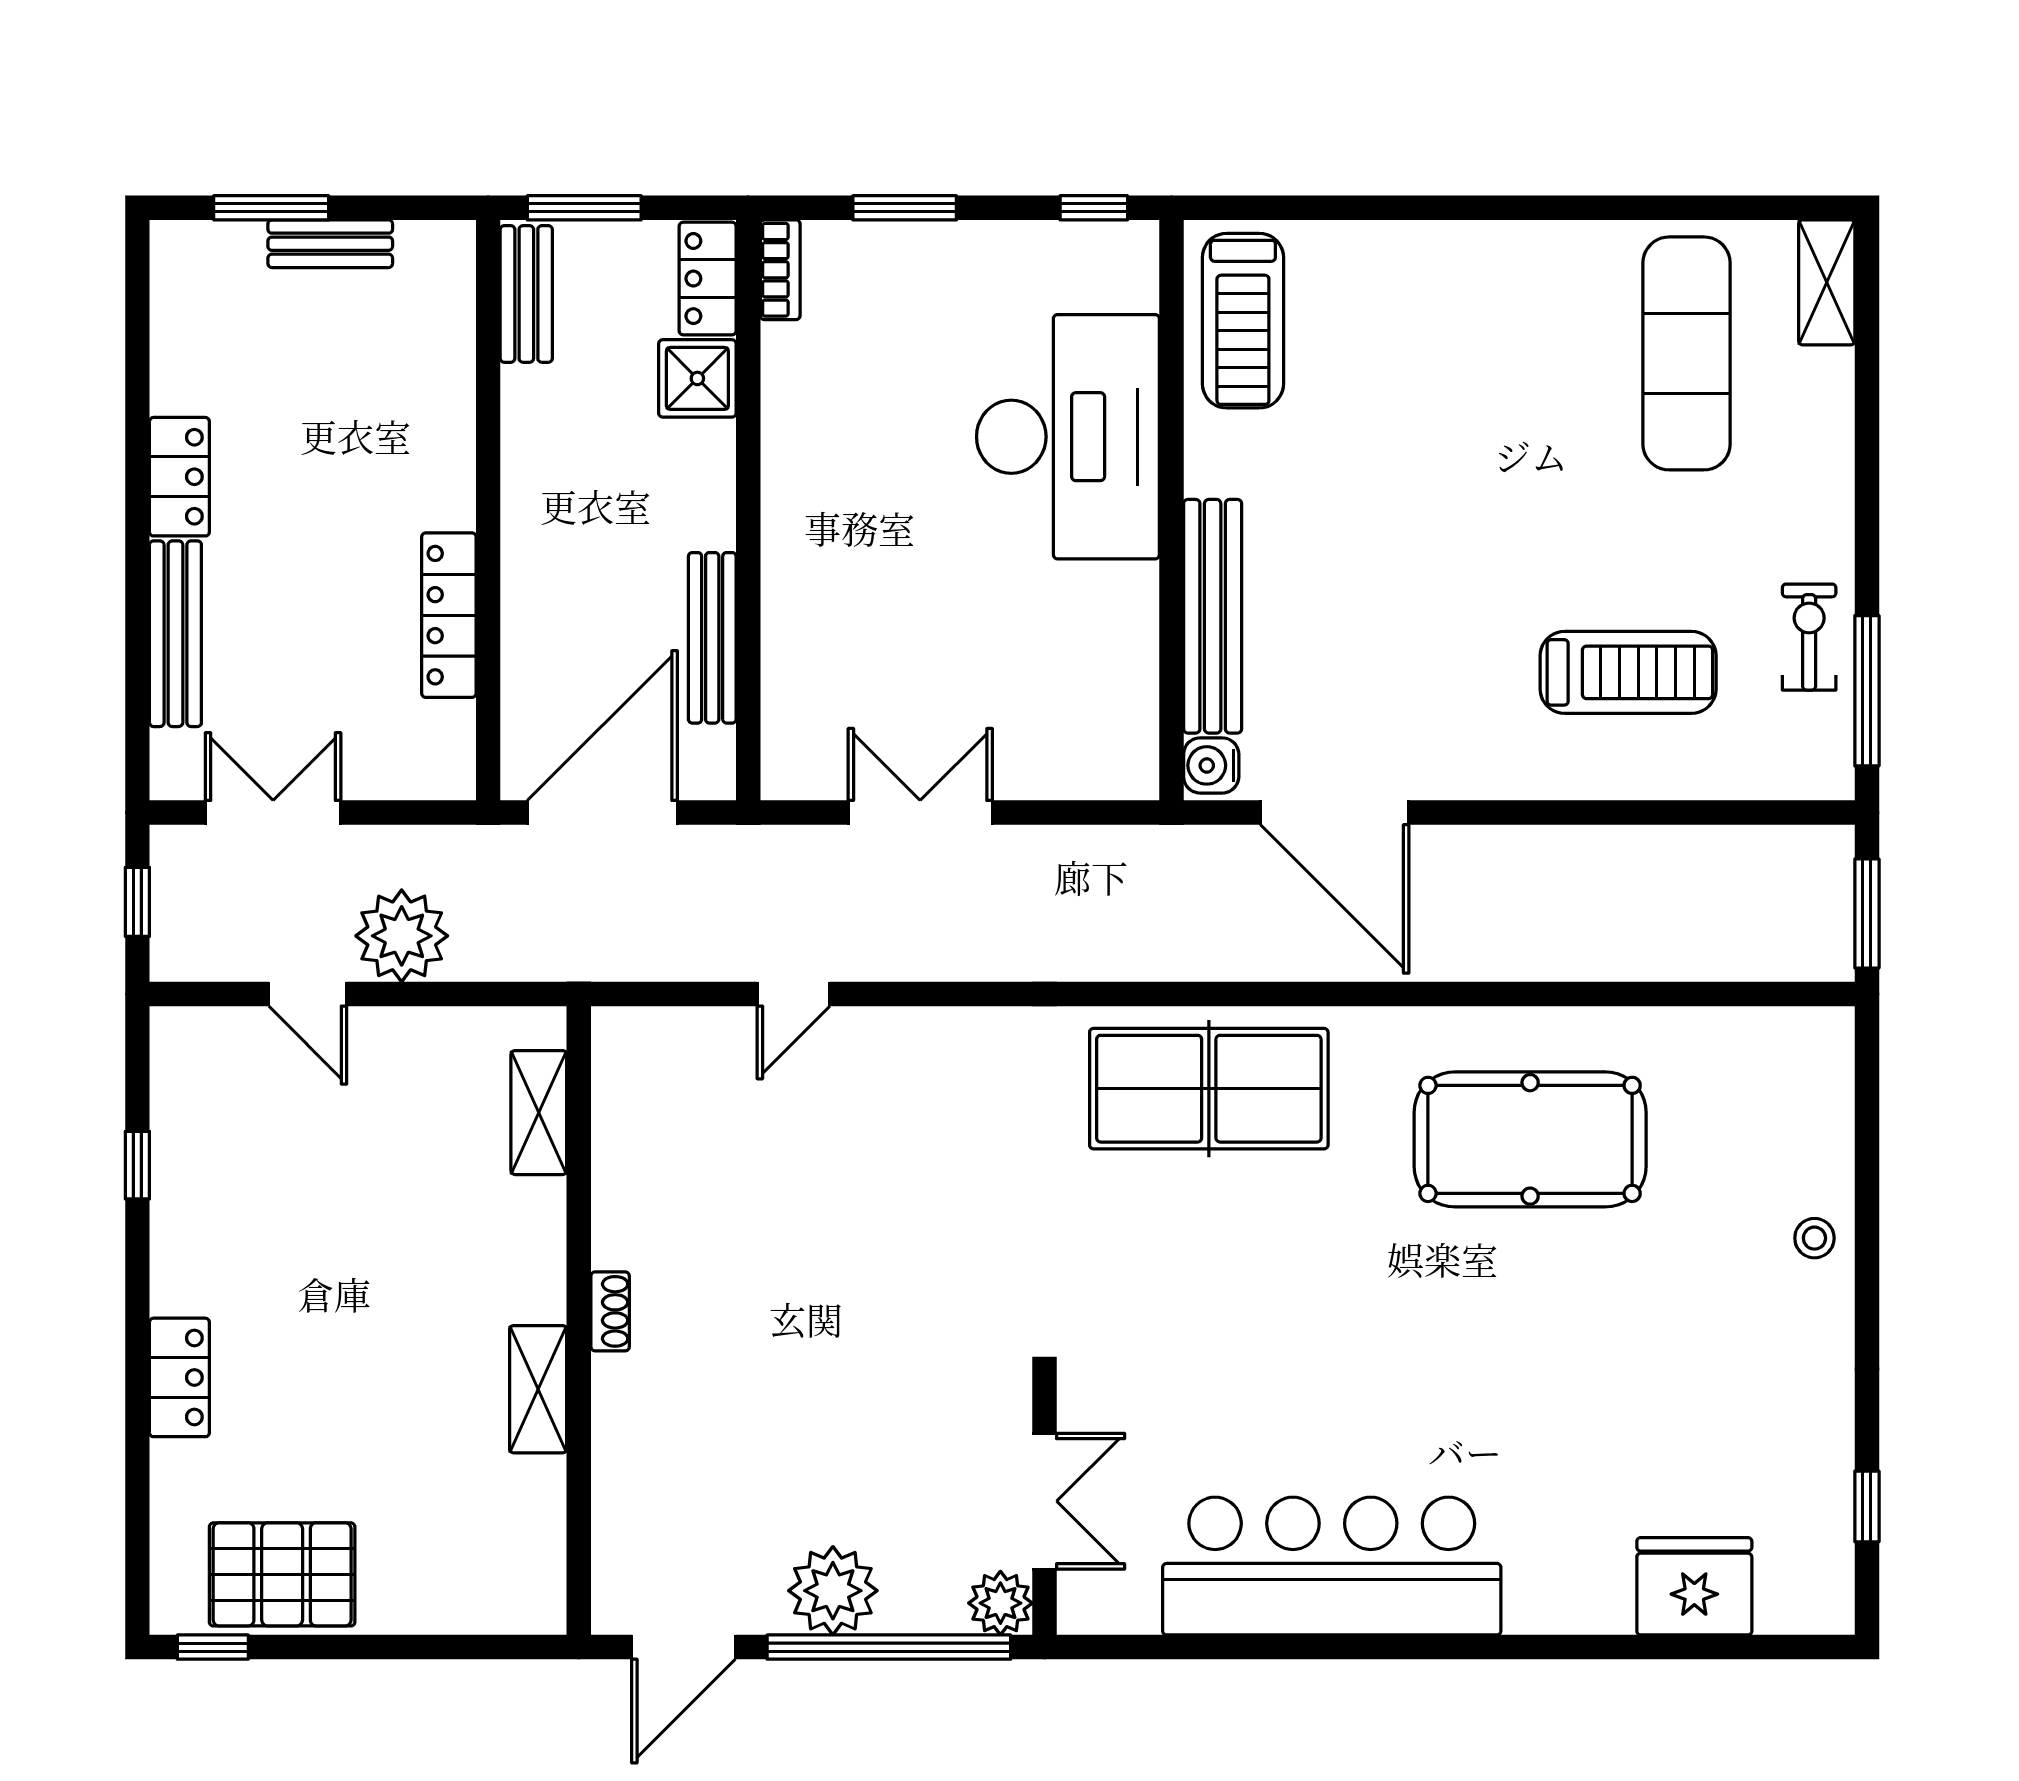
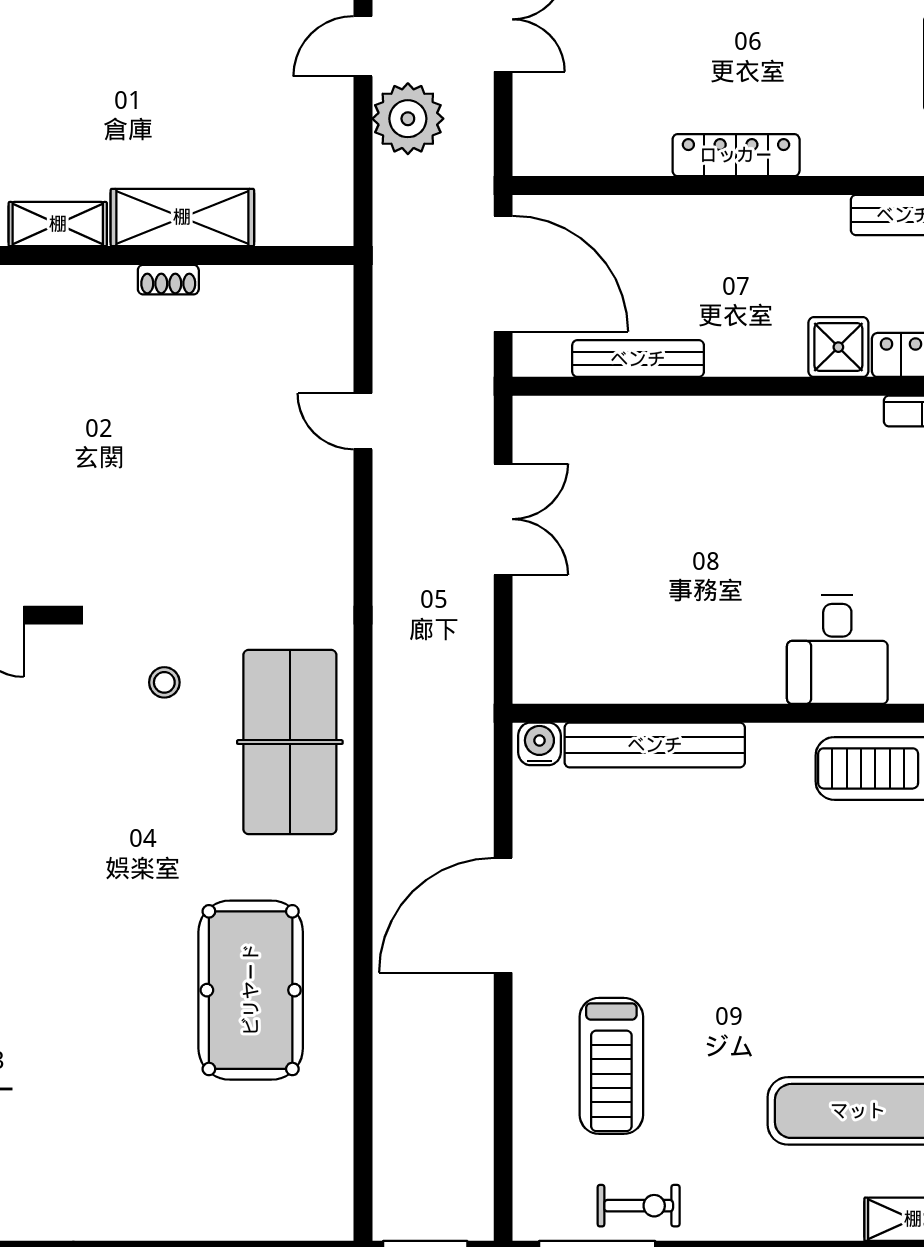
desk: (1068, 437) -> (837, 650), width x0.53, depth x0.77
locker: (449, 615) -> (736, 155), moved
door: (1335, 813) -> (503, 915), moved
shelving: (539, 1113) -> (182, 217), moved, width x1.50, depth x1.33
stool: (1814, 1238) -> (164, 682), moved
shoe rack: (610, 1311) -> (168, 280), moved

